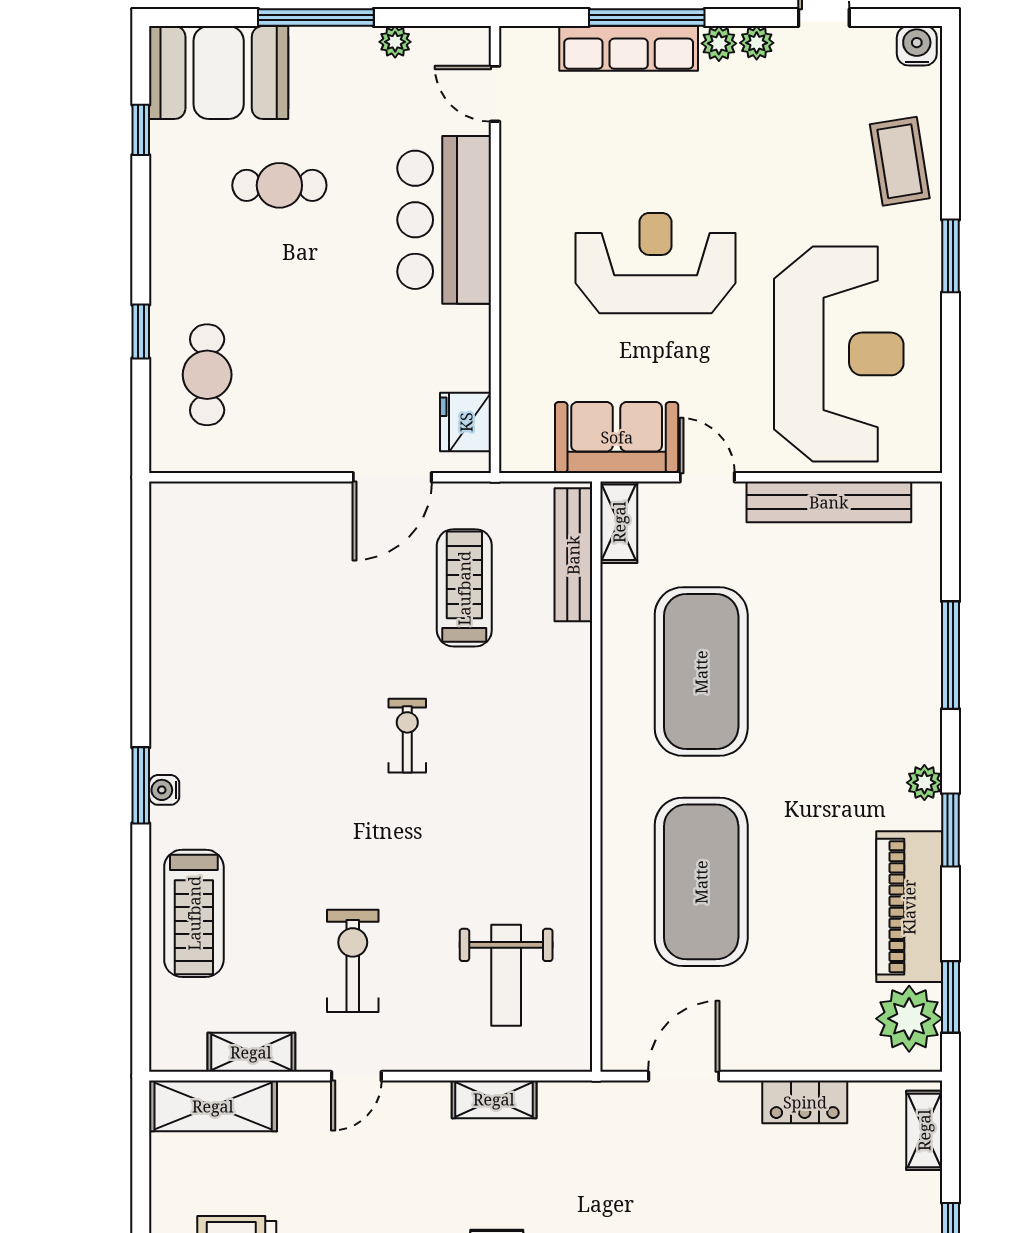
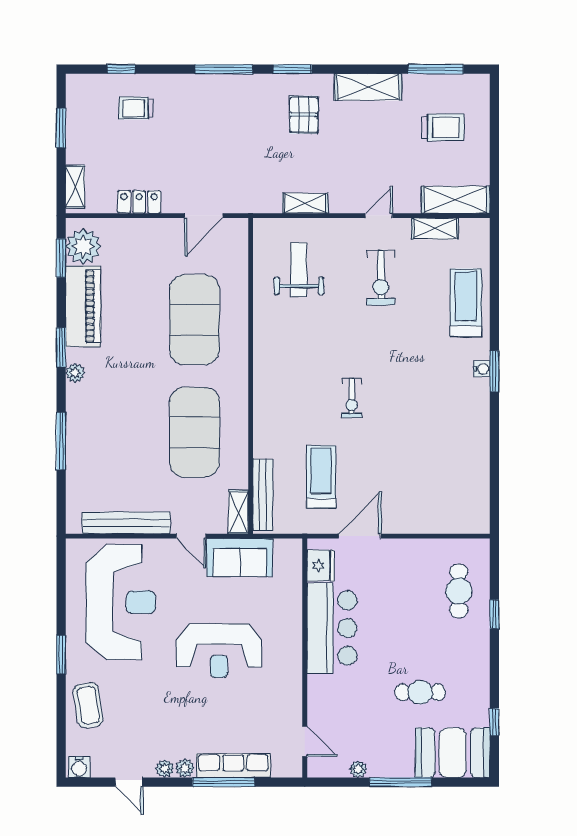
bar counter: (444, 220) -> (332, 628), moved
reception desk: (839, 354) -> (121, 602), turned 180
treadmill: (464, 588) -> (321, 477), turned 180

